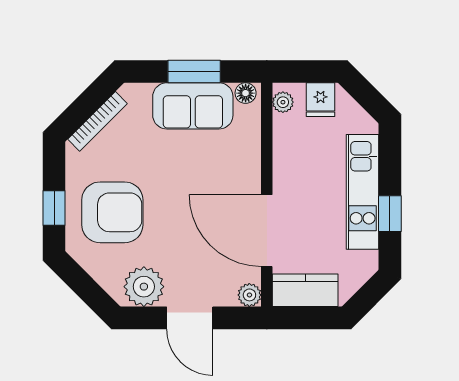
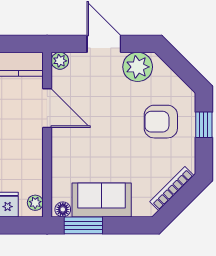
window: (194, 72) -> (83, 225), moved
armchair: (112, 212) -> (161, 122), width x0.73, depth x0.73
door: (267, 231) -> (47, 108), width x0.73

